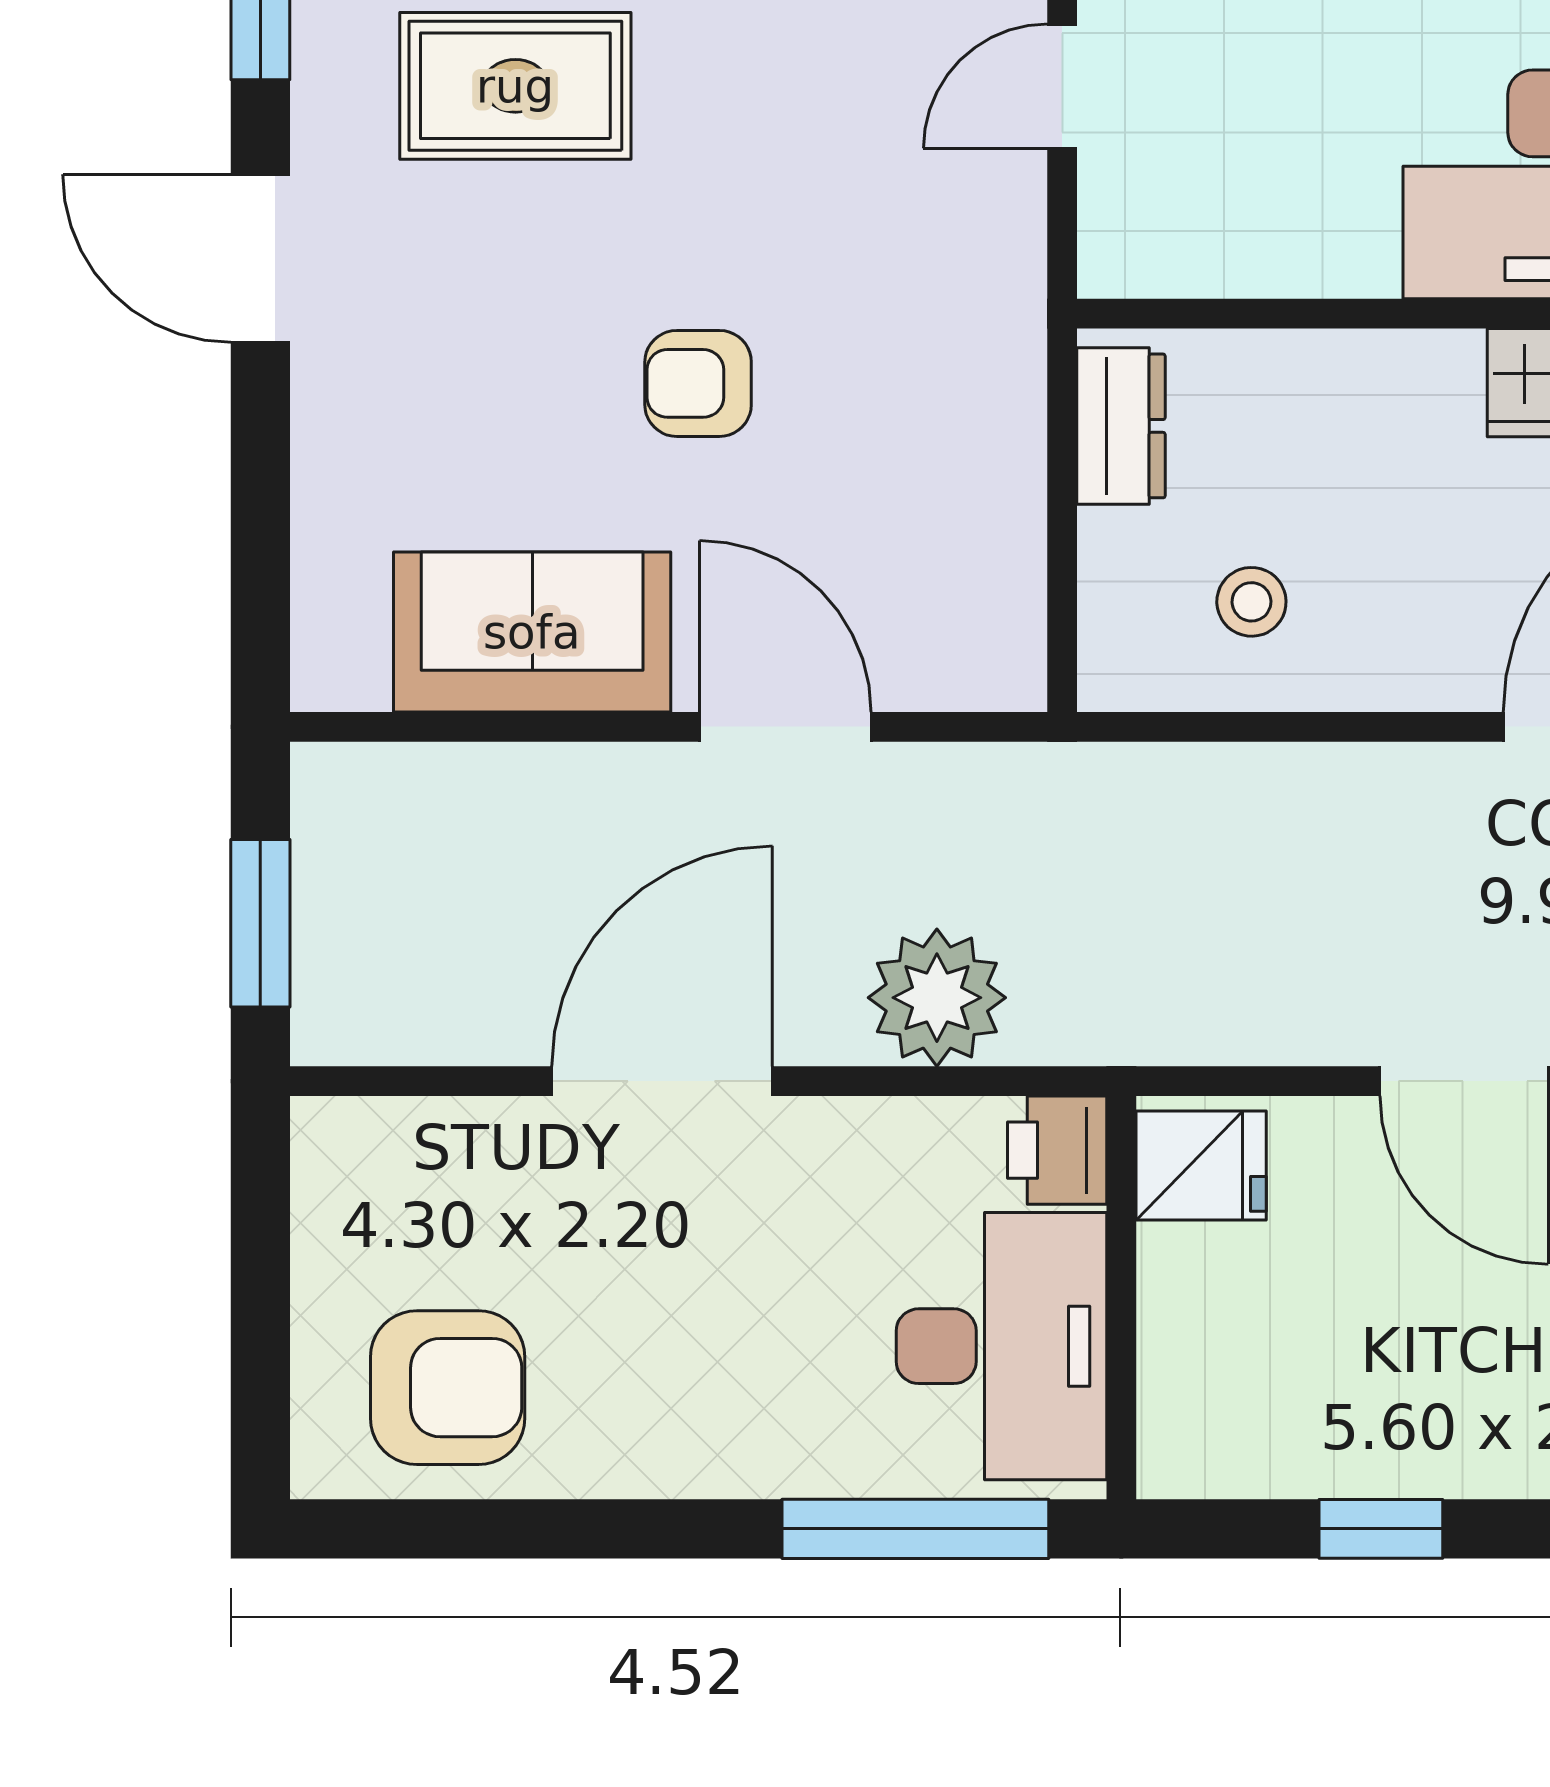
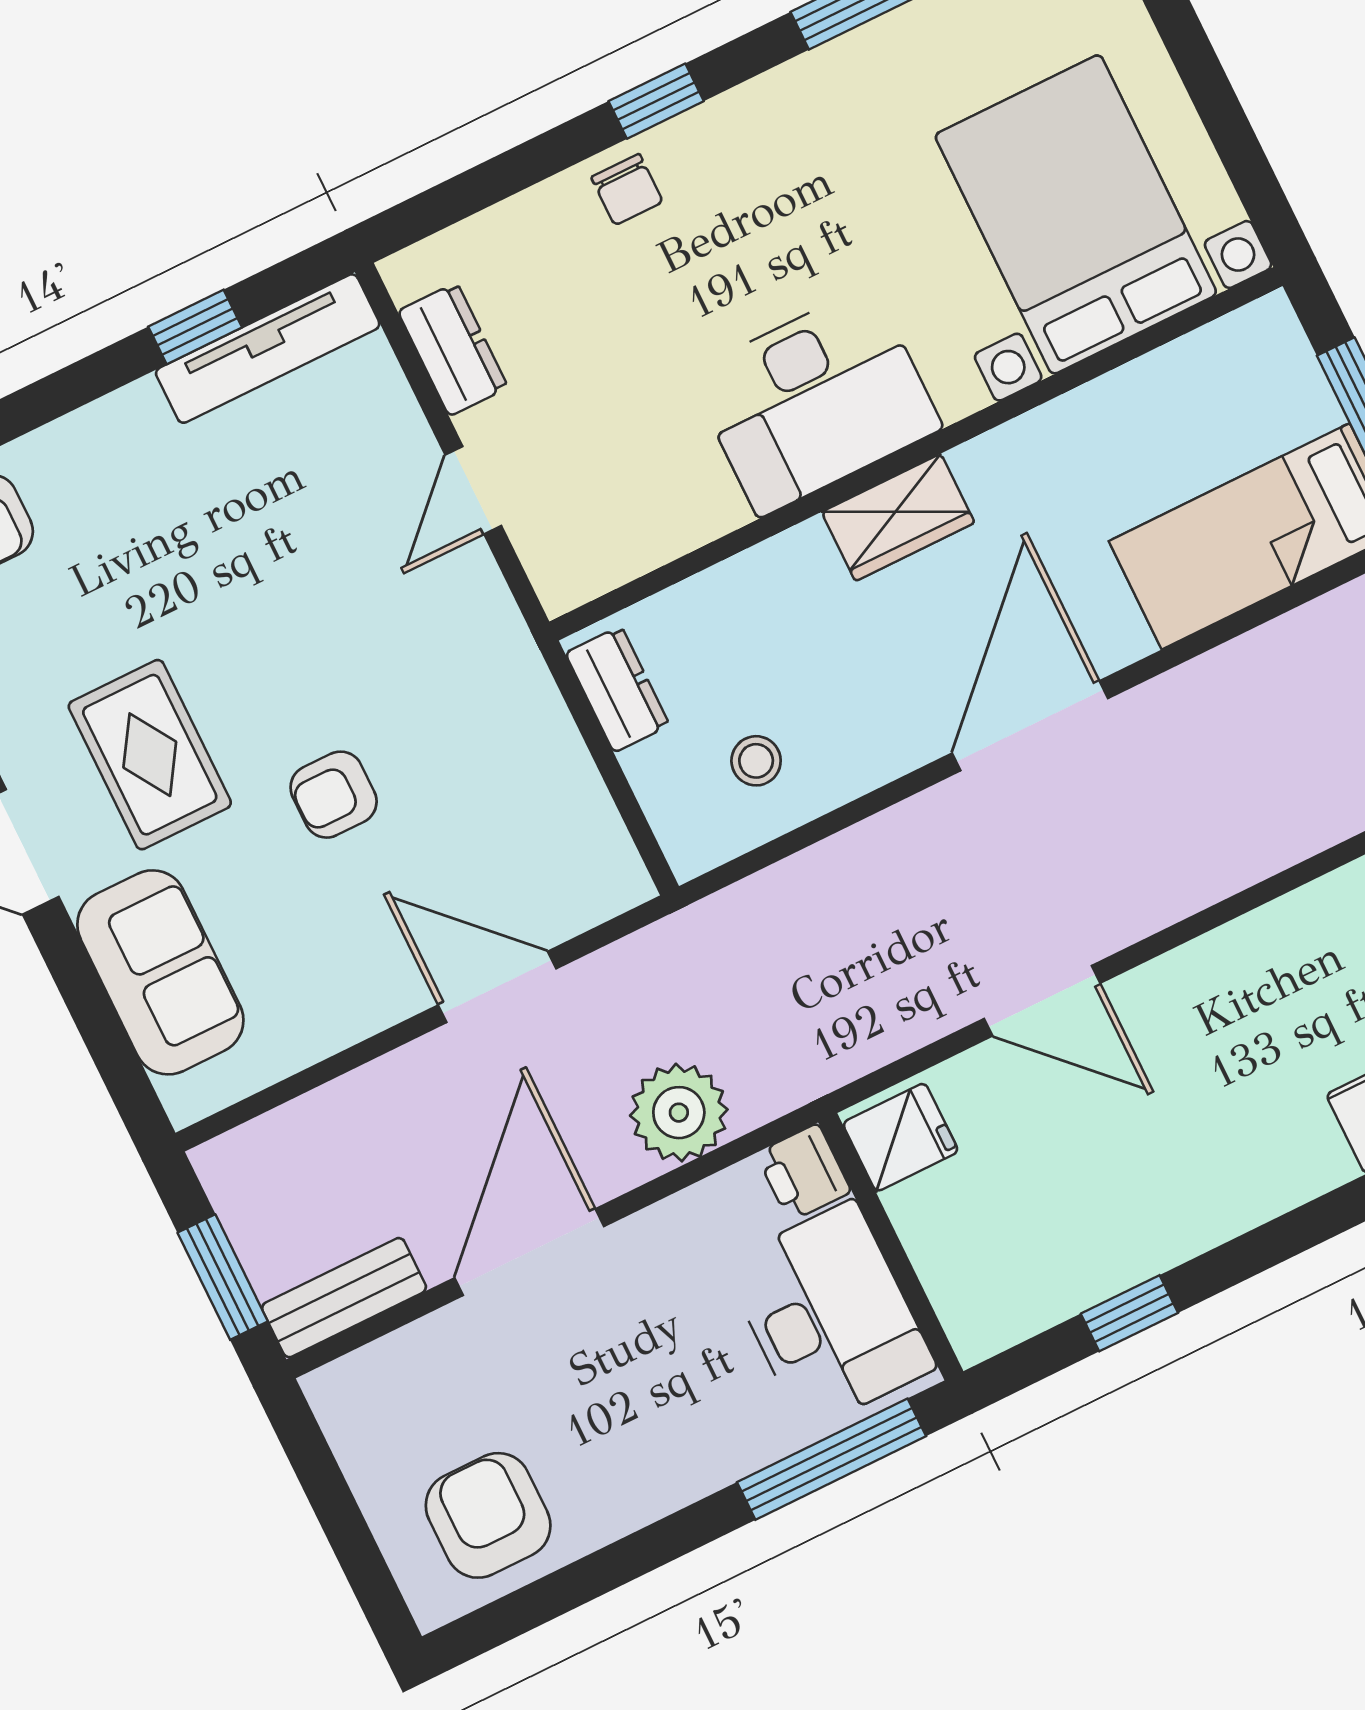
rug: (515, 86) -> (150, 755), moved, turned 90
sofa: (532, 632) -> (160, 972), moved, turned 90
bench: (401, 1024) -> (344, 1298), added
armchair: (448, 1388) -> (488, 1515), turned -90

